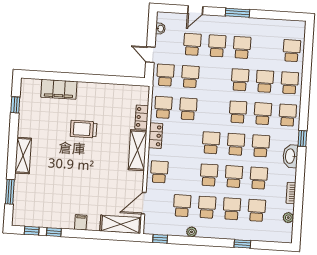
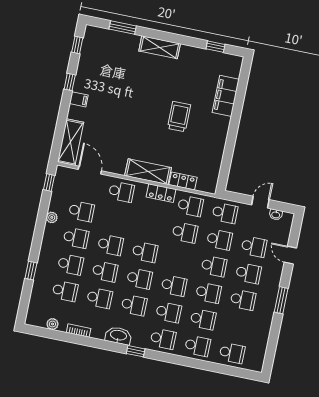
door: (150, 55) -> (260, 202), moved
school desk: (215, 78) -> (214, 266), added
window: (54, 232) -> (70, 82), moved

